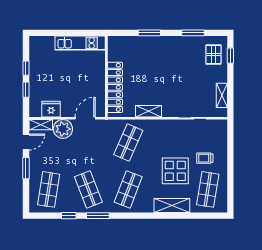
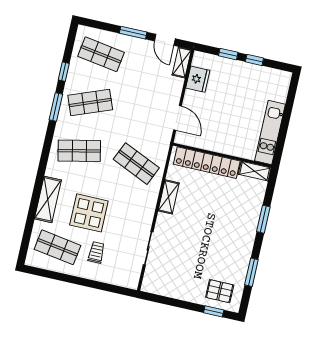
shelving: (222, 95) -> (255, 171), moved
plant: (63, 129) -> (171, 88), removed
shop shelf: (128, 189) -> (79, 151), turned -33

